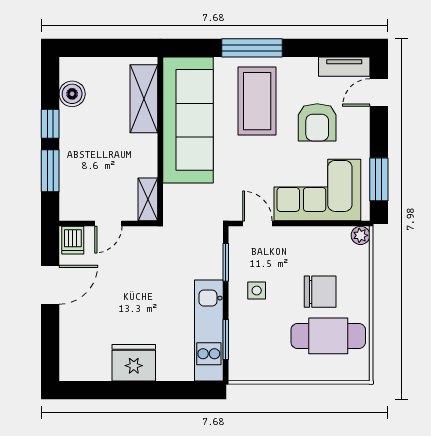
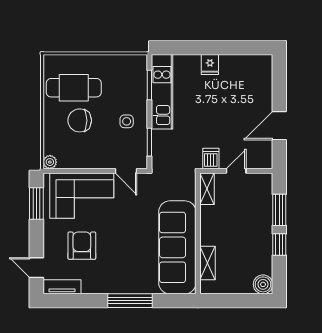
door: (379, 93) -> (36, 268), swing flipped
boiler: (72, 94) -> (263, 284), moved
shelving: (144, 99) -> (207, 263), width x0.67, depth x0.75
coffee table: (257, 101) -> (126, 261), removed
dishwasher: (73, 240) -> (211, 159), moved
fridge: (134, 363) -> (210, 65), width x0.53, depth x0.75

